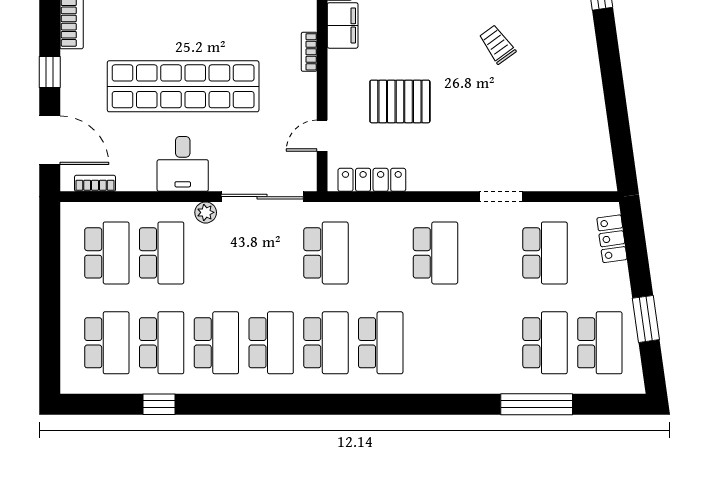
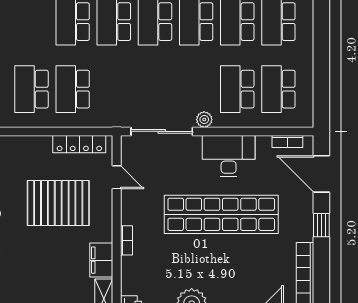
pallet: (400, 101) -> (58, 203), width x1.37, depth x1.41
door: (322, 136) -> (117, 177), hinge flipped
desk: (183, 164) -> (229, 156), width x1.37
school desk: (326, 253) -> (73, 89), moved

